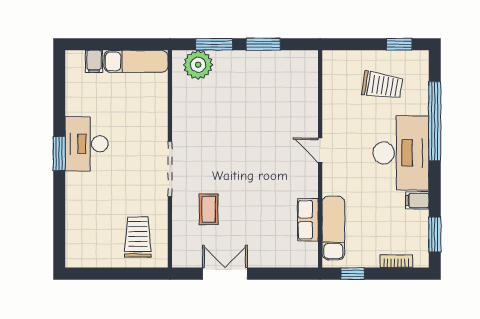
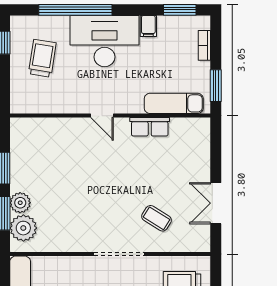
plant: (226, 61) -> (20, 203), added
door: (320, 150) -> (102, 116), hinge flipped
coffee table: (209, 209) -> (156, 218), turned 32
row of seats: (308, 220) -> (150, 127), moved
window: (353, 274) -> (216, 86), width x1.50

